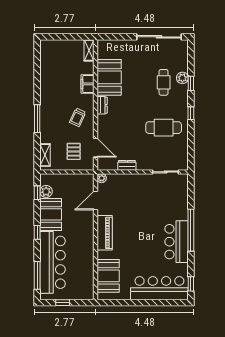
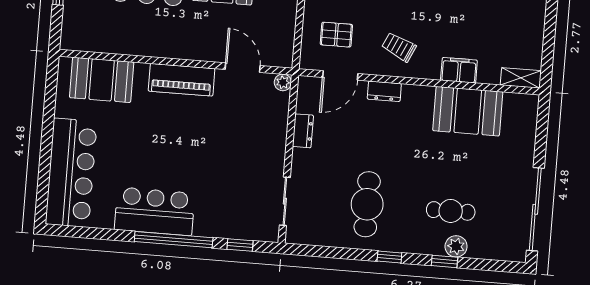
dresser: (102, 105) -> (384, 91), moved
window: (191, 284) -> (240, 245), moved

